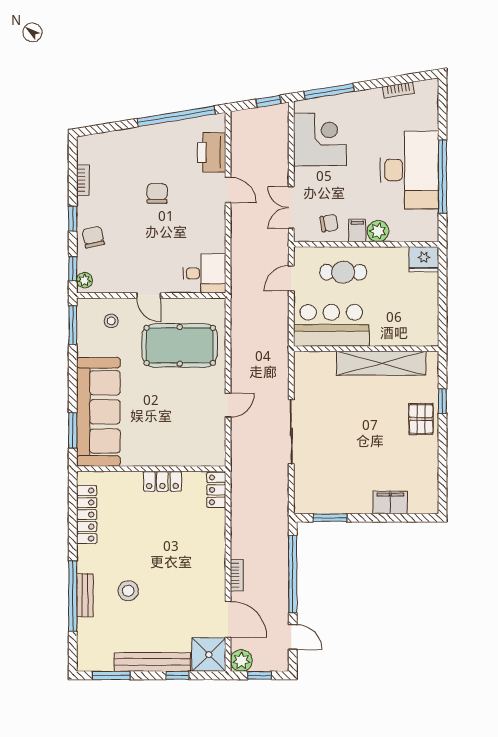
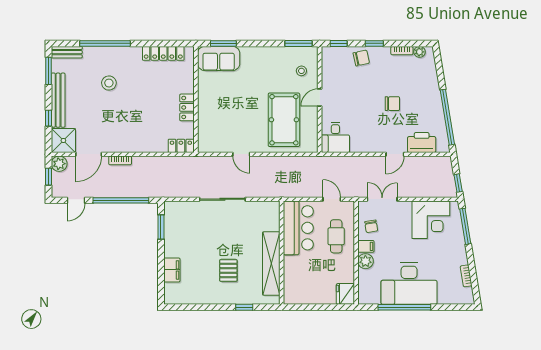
plant: (85, 280) -> (420, 52), moved
sofa: (98, 412) -> (219, 58), width x0.54, depth x0.79
pallet: (421, 419) -> (228, 270), moved, turned 90
bench: (85, 595) -> (67, 52), moved

